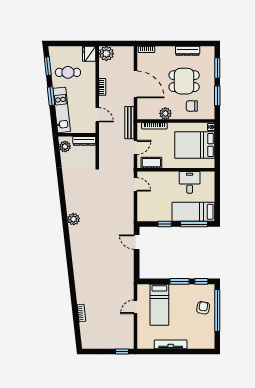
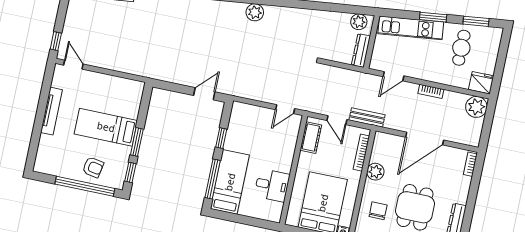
bench: (129, 123) -> (367, 117), width x0.73
bed: (159, 305) -> (106, 127), moved
door: (136, 307) -> (73, 65), moved

